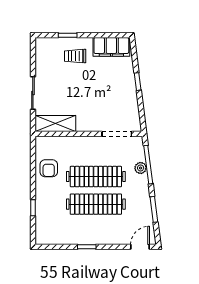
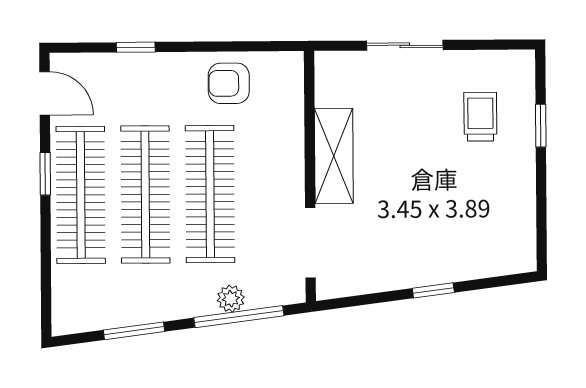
filing cabinet: (111, 47) -> (514, 228), removed
trolley: (75, 56) -> (480, 117), moved
shelving: (55, 124) -> (334, 156), moved
clothes rail: (96, 232) -> (81, 195), added
door: (140, 247) -> (45, 93), moved

